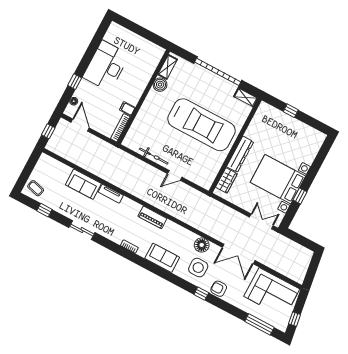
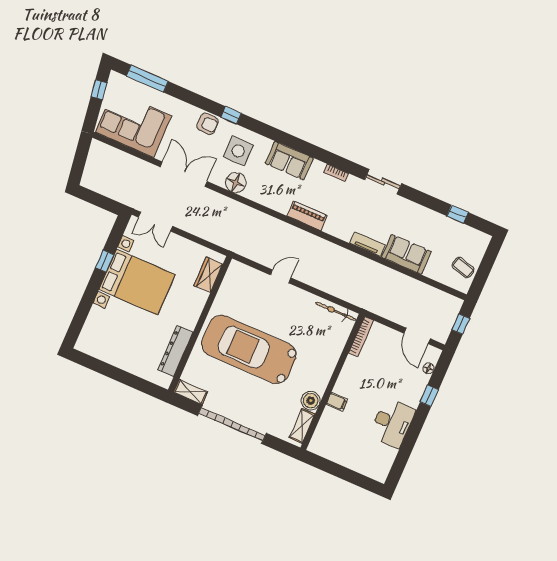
desk: (106, 66) -> (392, 423), width x0.73, depth x0.77
filing cabinet: (127, 109) -> (337, 402), moved
window: (291, 111) -> (127, 378), removed
dresser: (240, 154) -> (175, 351), moved
bicycle: (154, 156) -> (336, 311), moved
coffee table: (36, 188) -> (463, 268), moved
sliding door: (82, 230) -> (383, 182), moved

